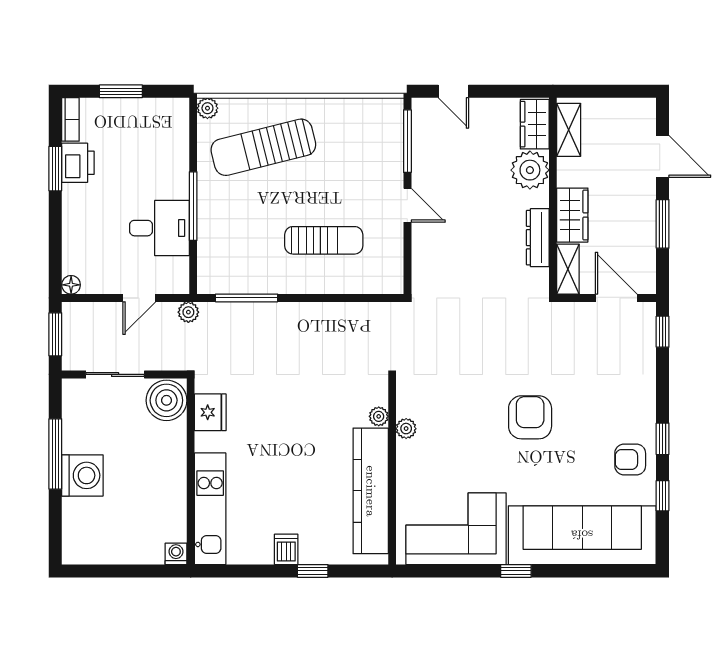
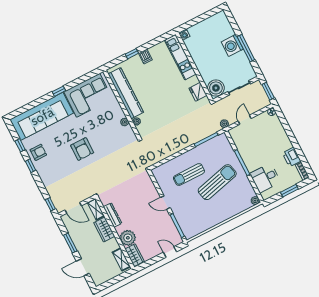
sun lounger: (263, 147) -> (217, 182), moved
window: (55, 169) -> (299, 151), removed
desk: (159, 228) -> (265, 178), moved

